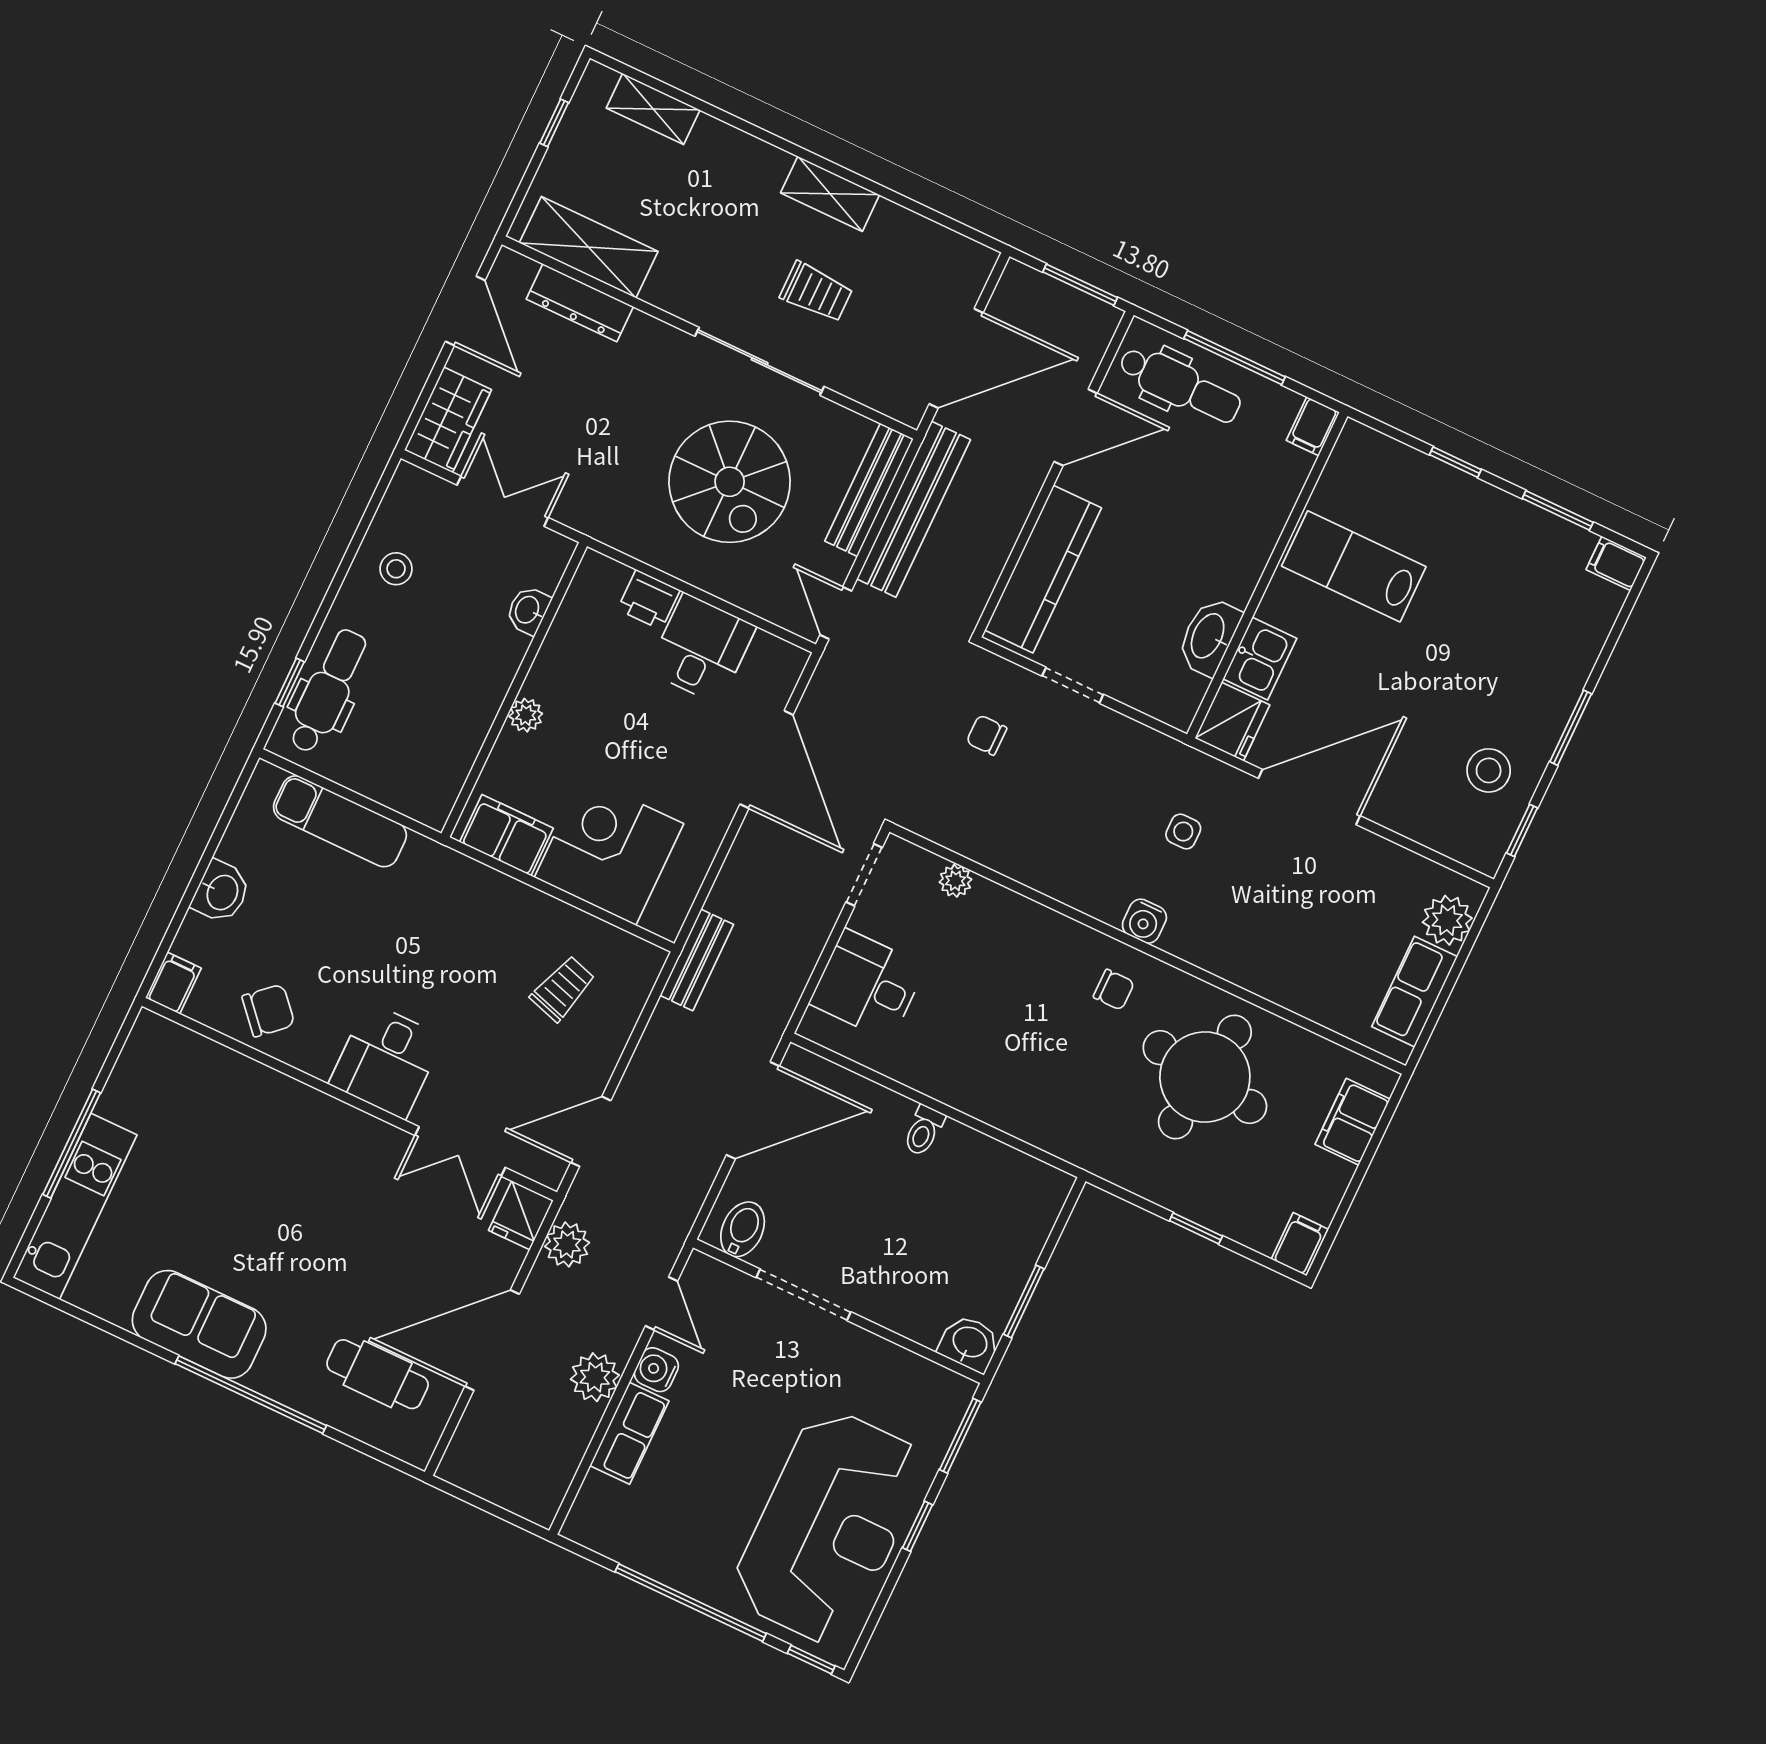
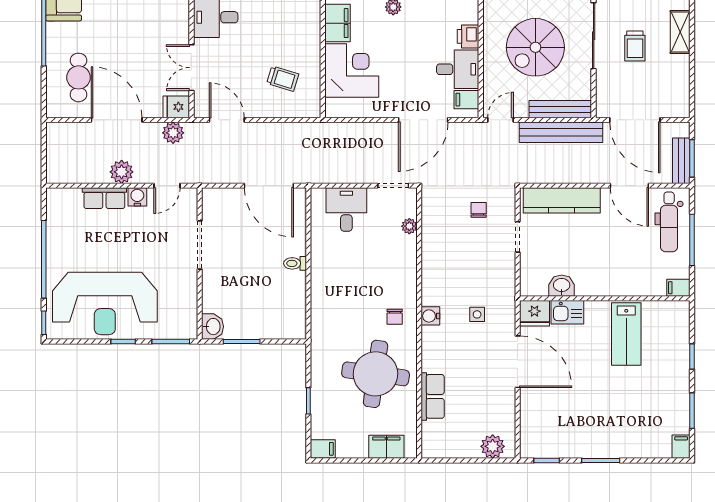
lab bench: (1354, 566) -> (626, 334), turned 180
washbasin: (1209, 636) -> (562, 286), width x0.72
filing cabinet: (767, 659) -> (466, 100), added
stool: (1489, 770) -> (566, 434), removed
bench: (697, 960) -> (681, 161), moved, turned 90
row of seats: (1415, 992) -> (433, 396), moved, turned 90
bidet: (743, 1229) -> (215, 205), removed

